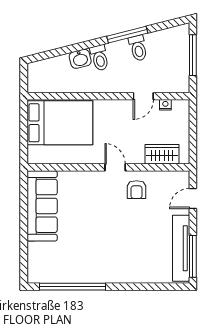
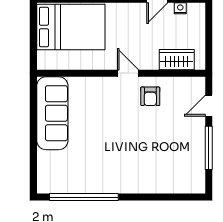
tv unit: (181, 248) -> (196, 157), removed
window: (193, 256) -> (209, 148), moved

